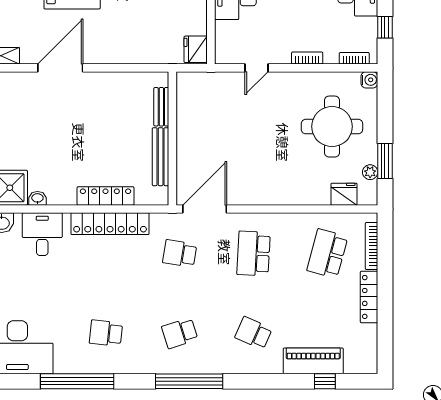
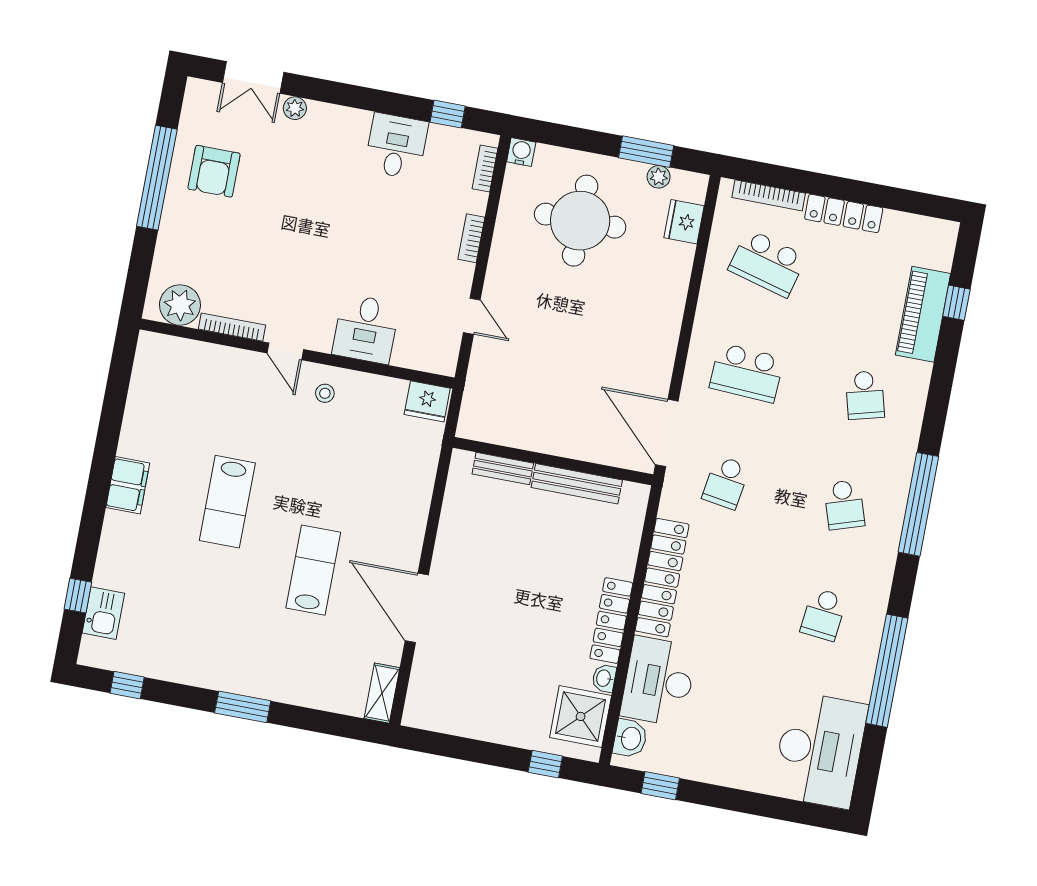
locker: (106, 196) -> (611, 621), moved
desk: (42, 234) -> (659, 681), width x1.37
school desk: (254, 333) -> (865, 395), turned -39

